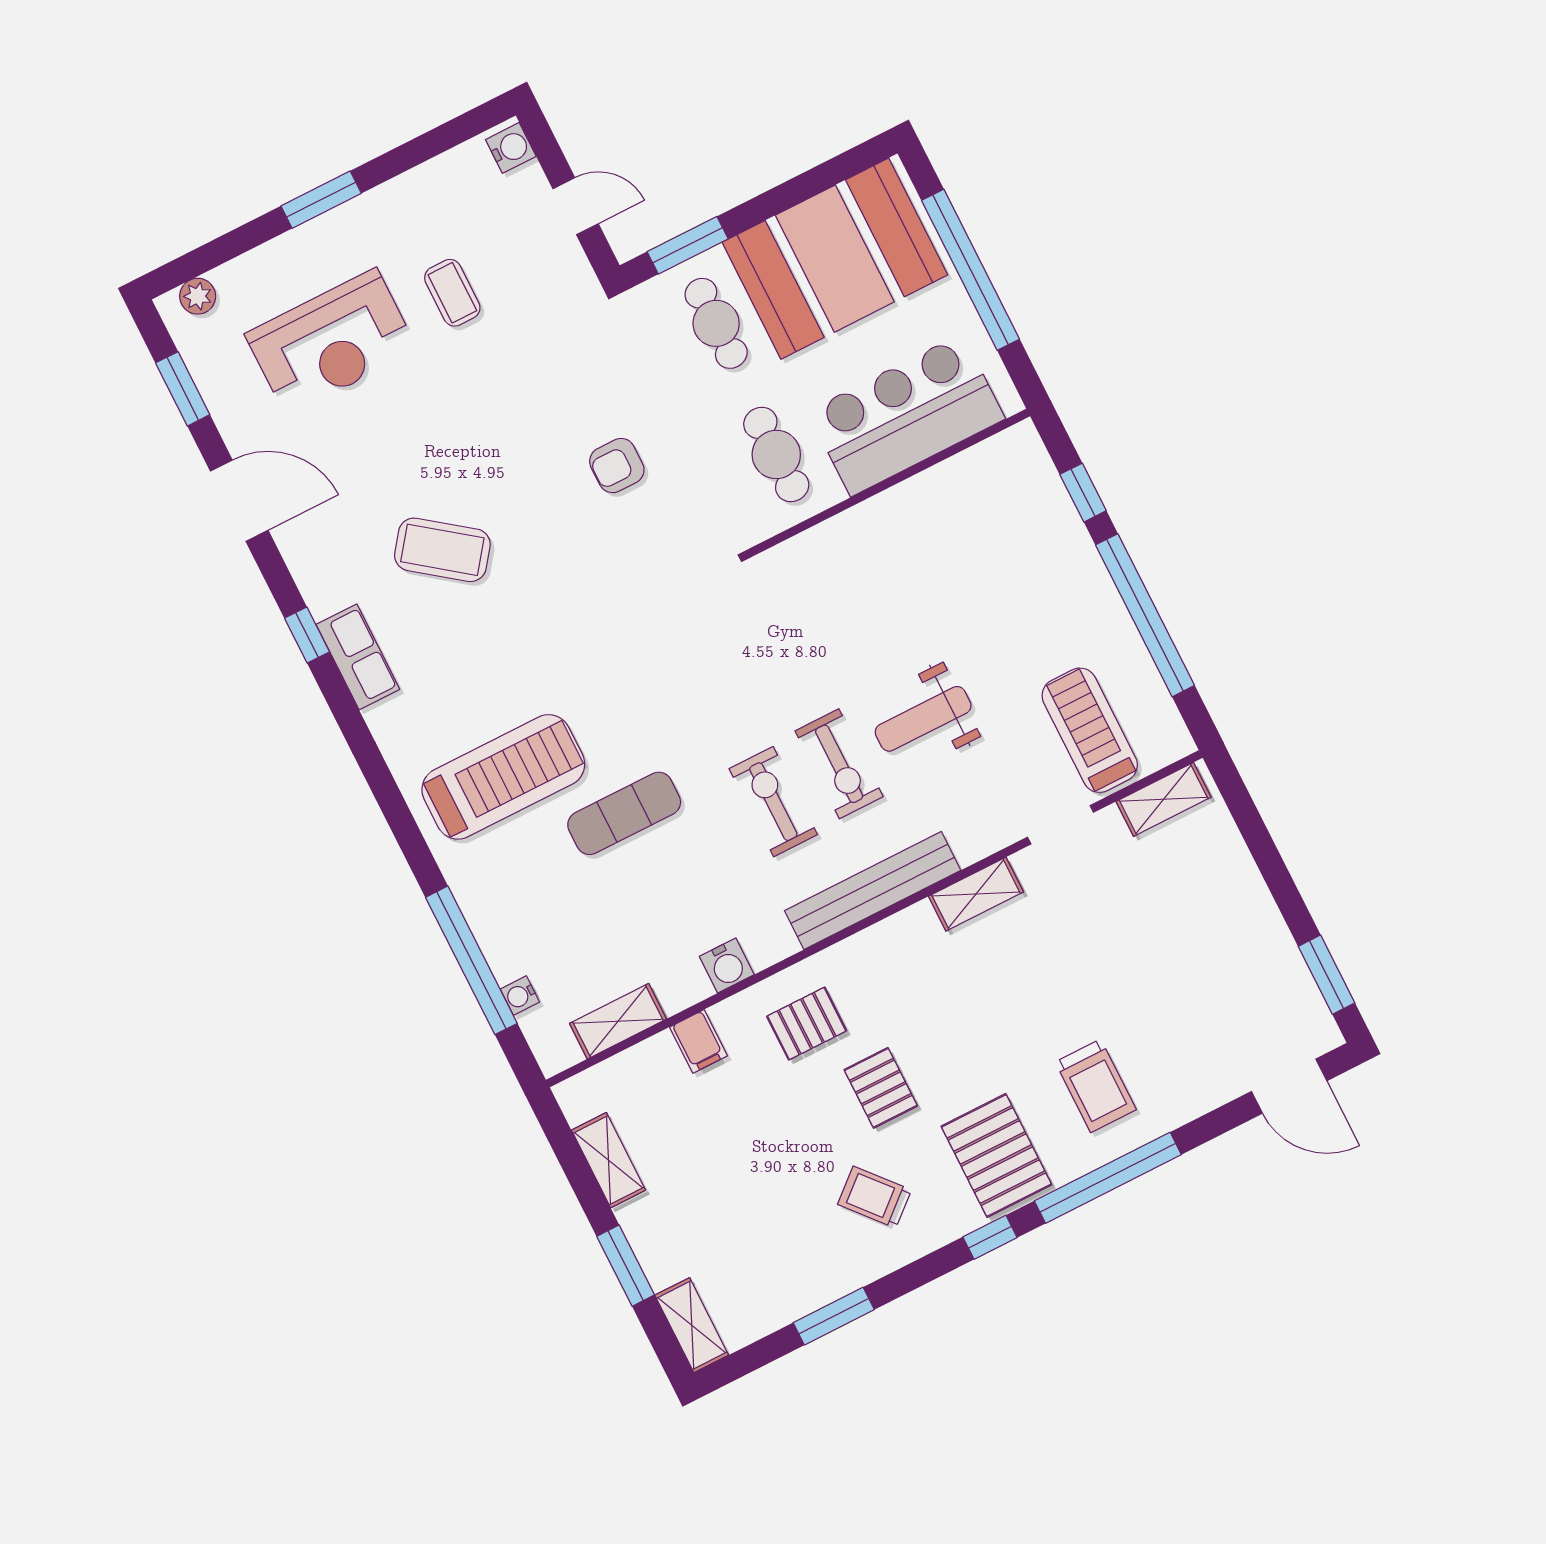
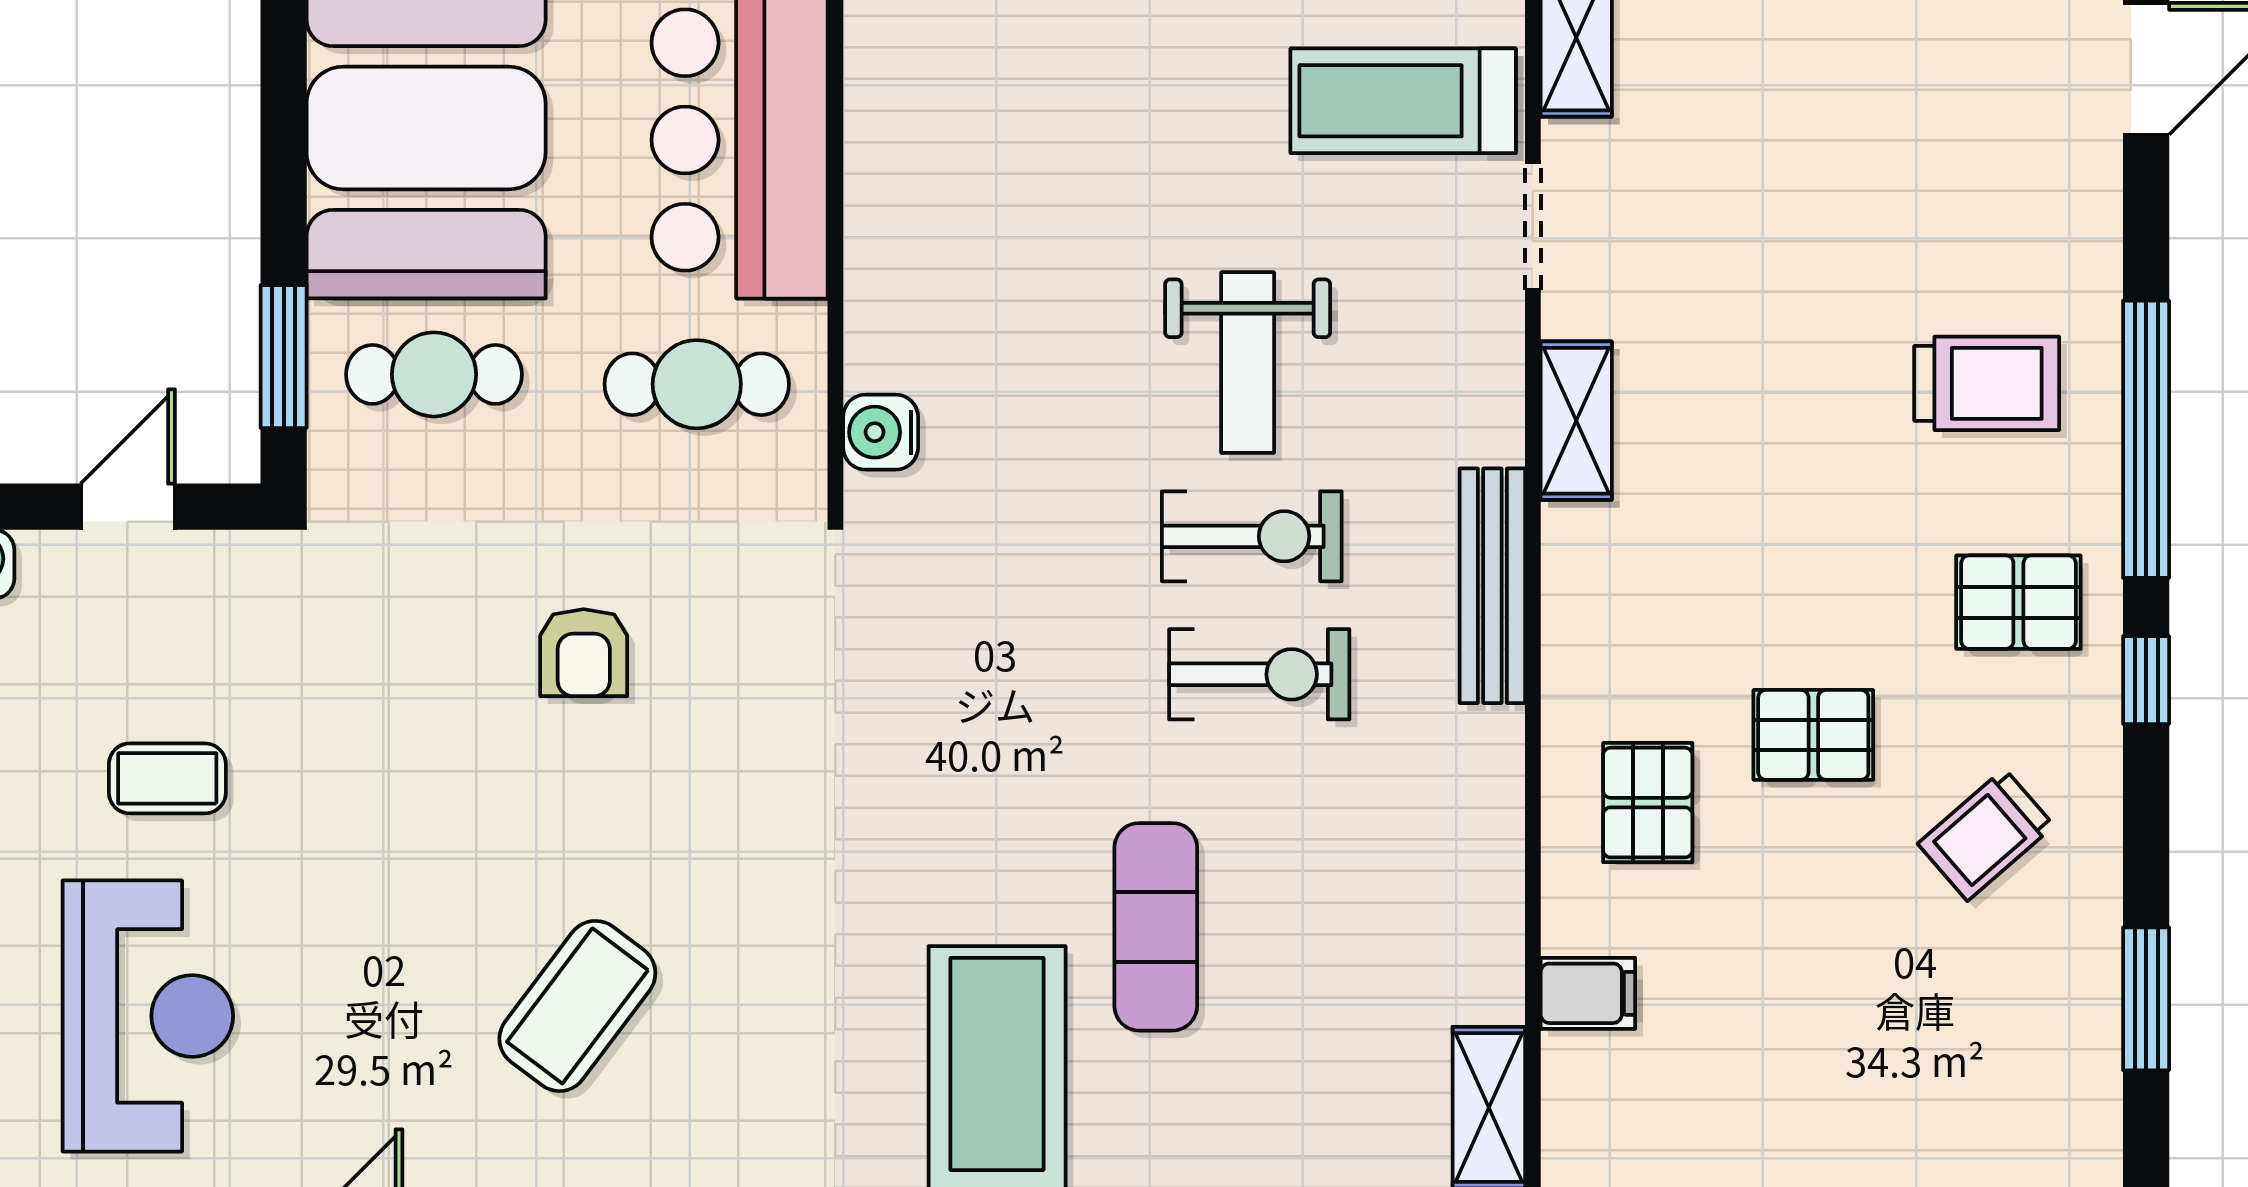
exercise bike: (773, 802) -> (1259, 674), turned 180
bench: (873, 890) -> (1492, 586), width x0.73, depth x0.82
water cooler: (727, 966) -> (881, 432), moved, turned 180
pallet: (996, 1156) -> (2018, 602), width x0.67, depth x0.71

